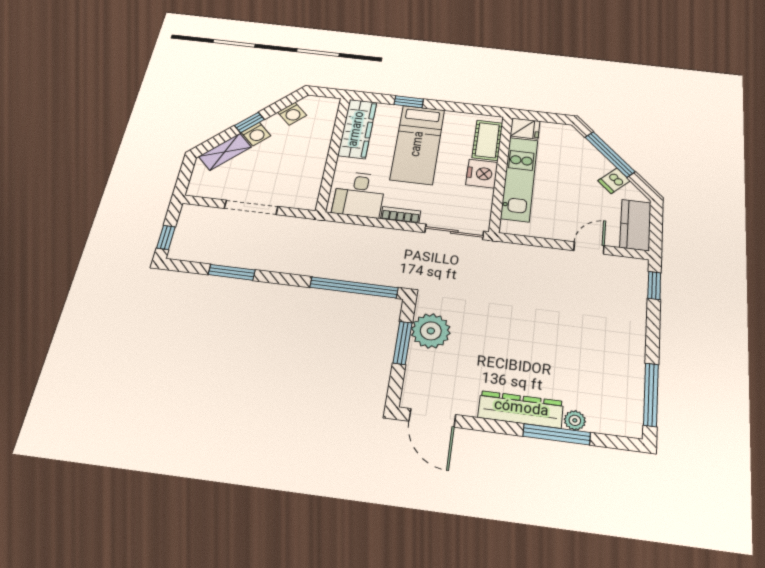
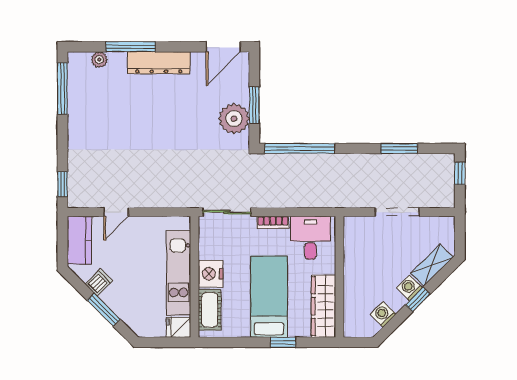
window: (610, 154) -> (104, 310), width x0.69
door: (432, 418) -> (223, 47), swing flipped
plant: (575, 420) -> (99, 60), moved

